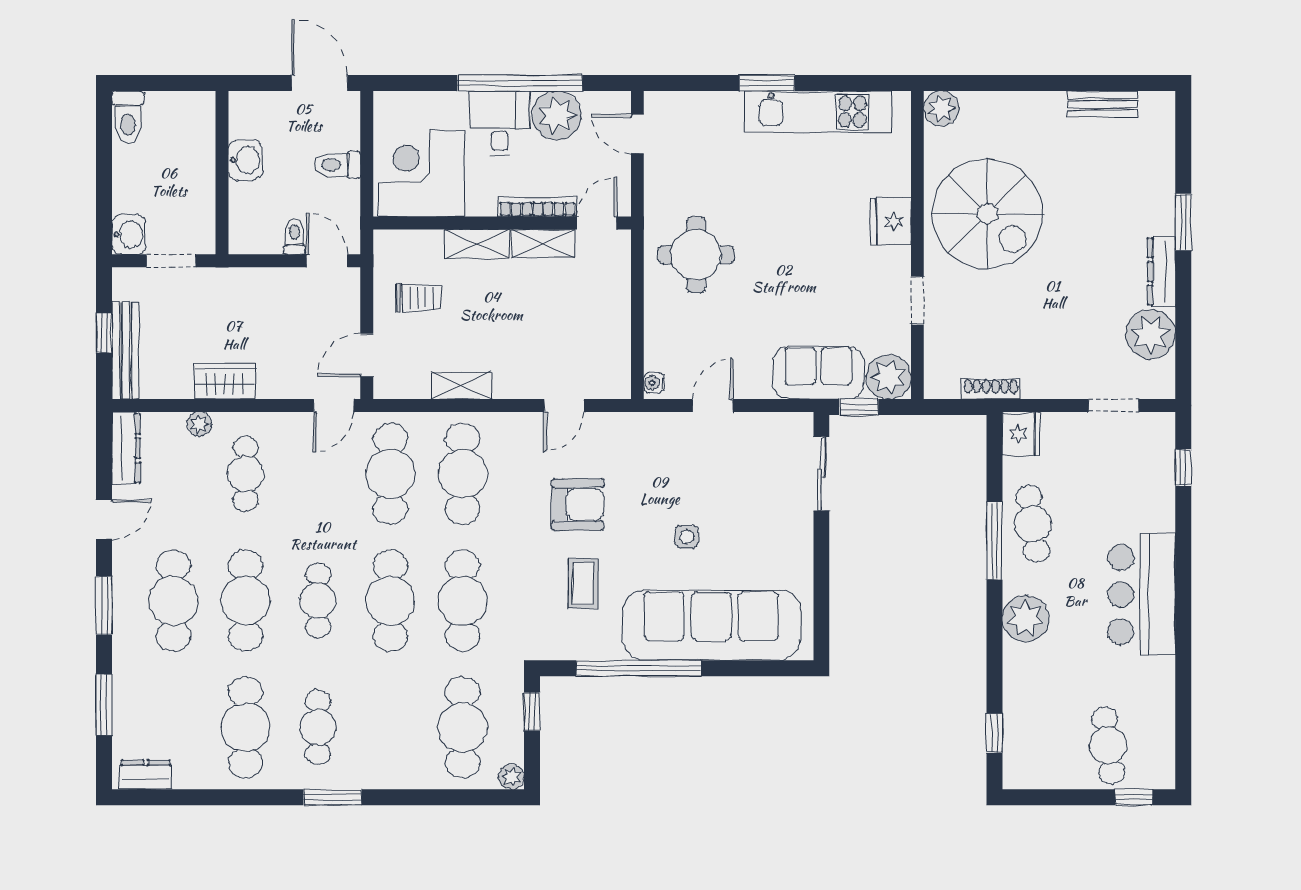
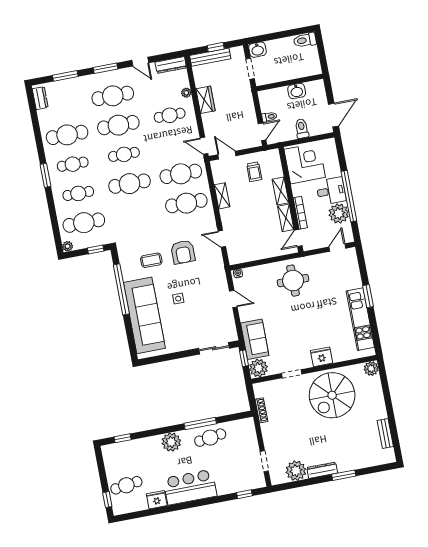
door: (597, 223) -> (298, 238), swing flipped
fridge: (1021, 434) -> (157, 500), moved, turned 180
cafe table: (463, 601) -> (78, 193), moved, width x0.73, depth x0.74

